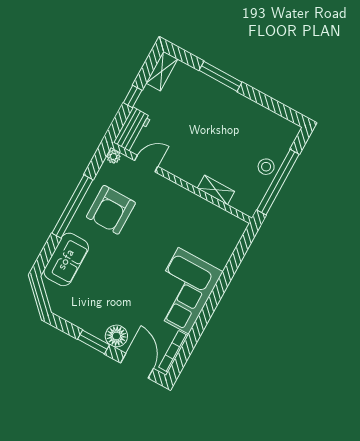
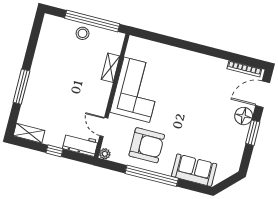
corner sofa: (184, 291) -> (137, 90), moved, turned -90

